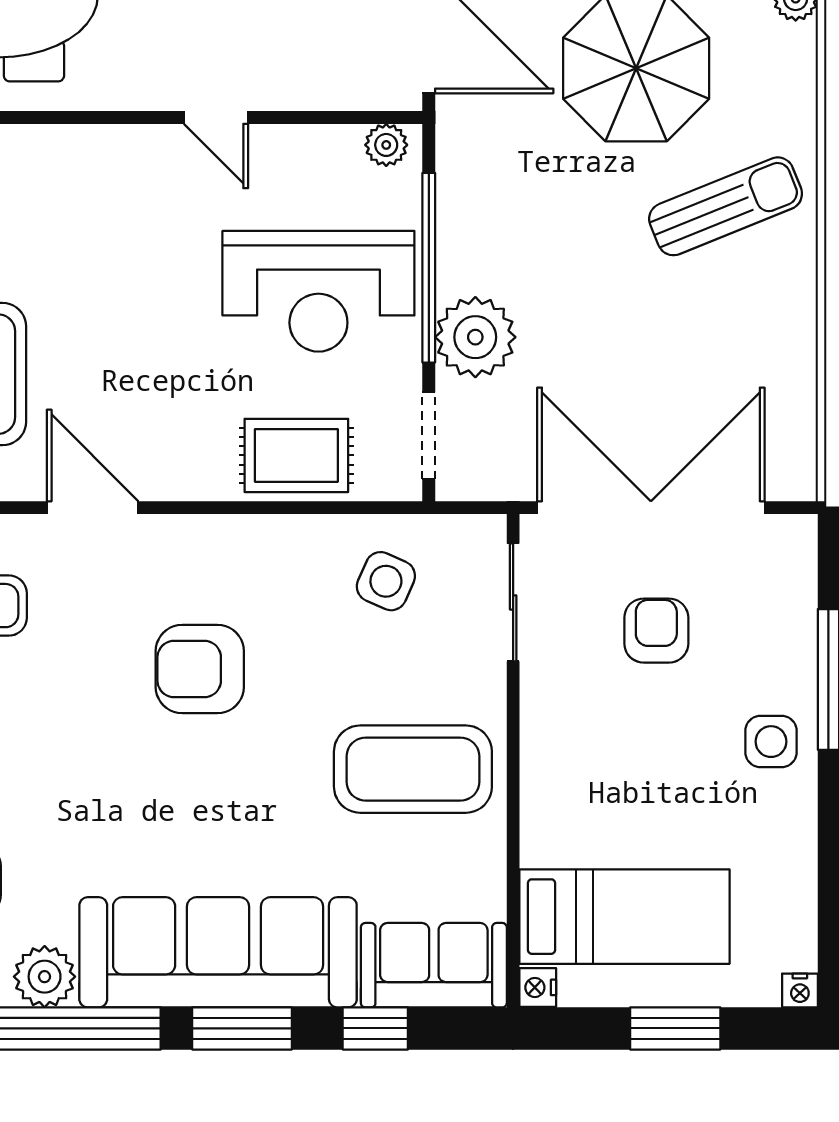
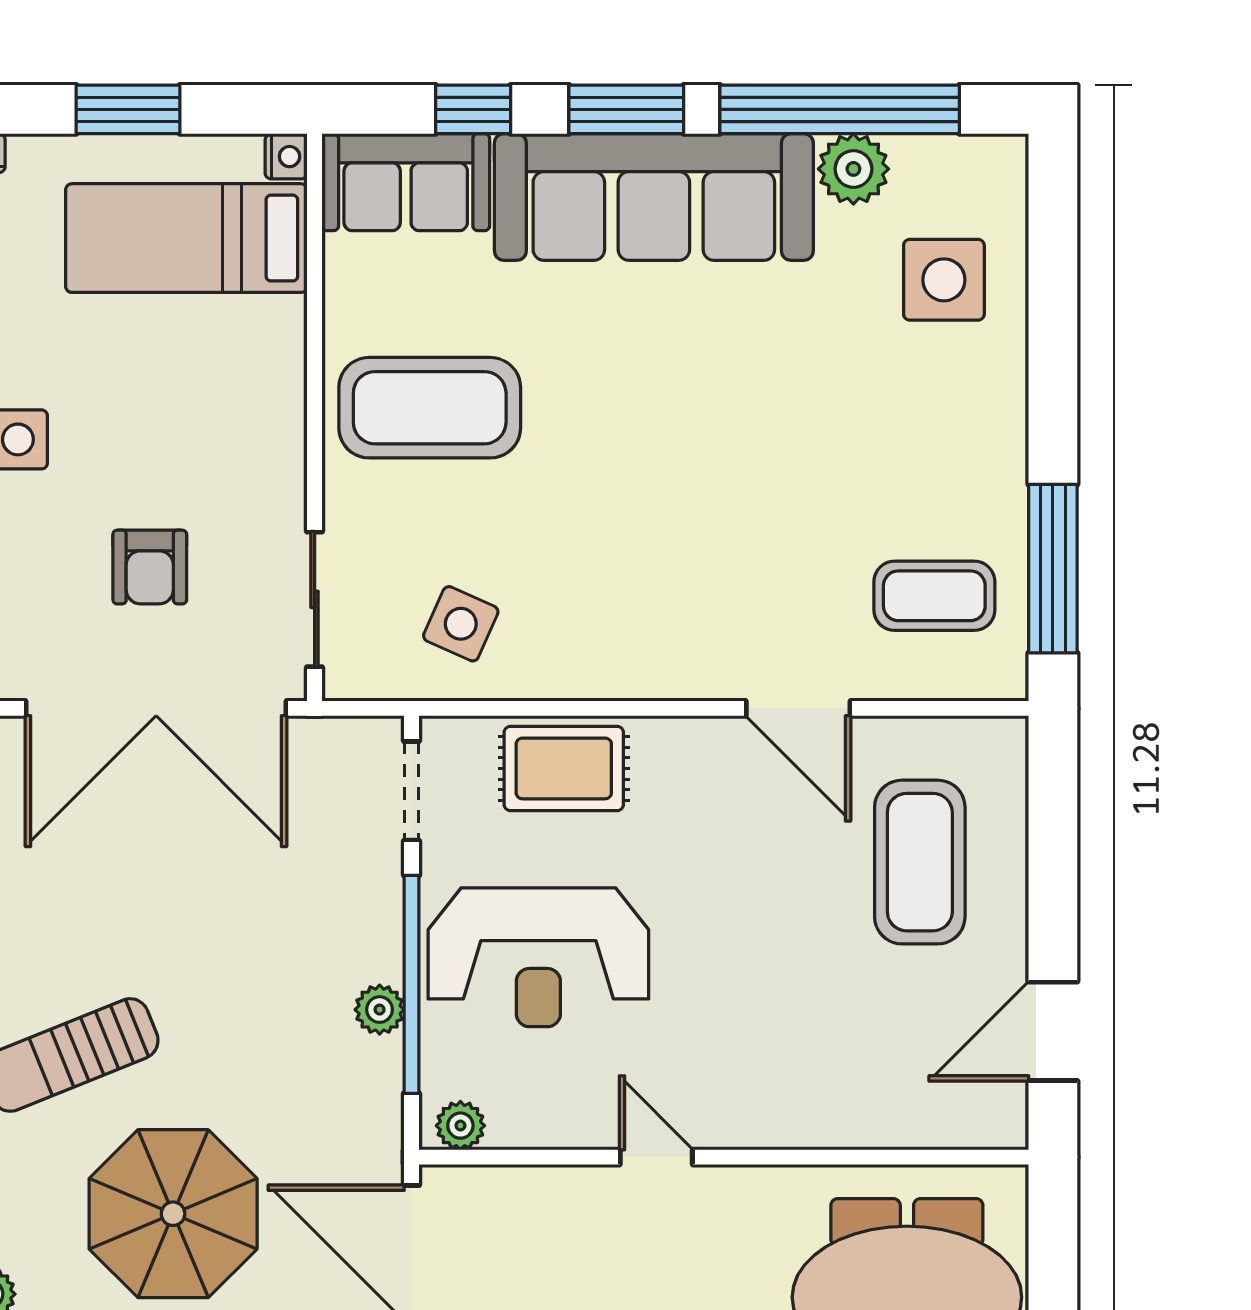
reception desk: (318, 291) -> (538, 957), turned 180
plant: (475, 337) -> (380, 1010), moved, width x0.53, depth x0.53
armchair: (200, 669) -> (675, 523), removed

